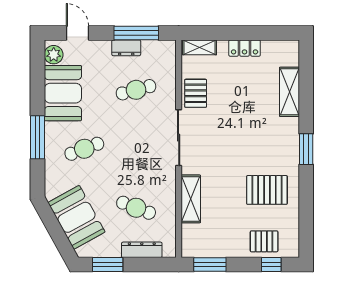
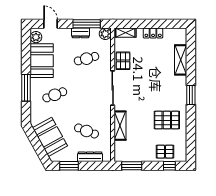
plant: (167, 49) -> (105, 34), added

